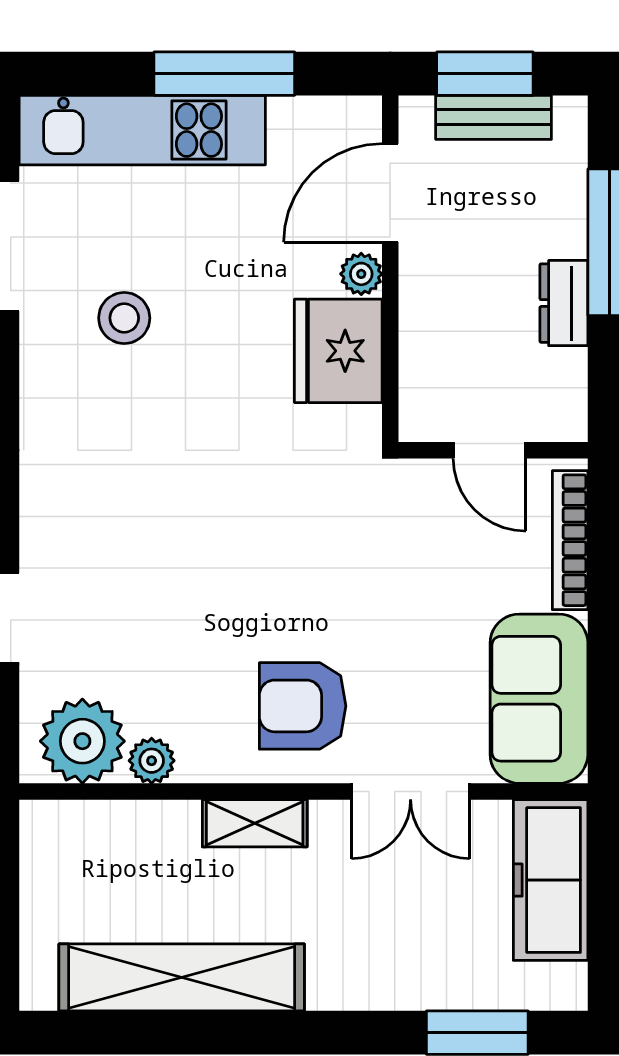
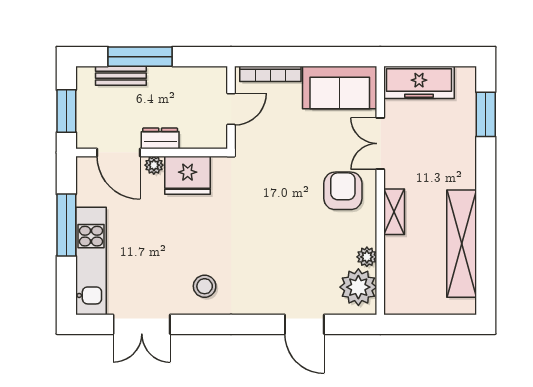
bench: (494, 117) -> (121, 76), moved, turned 90
dresser: (564, 303) -> (160, 138), moved, turned 180
stool: (124, 318) -> (205, 286), moved
armchair: (303, 706) -> (343, 191), turned 180
double door: (411, 791) -> (380, 144), swing flipped

